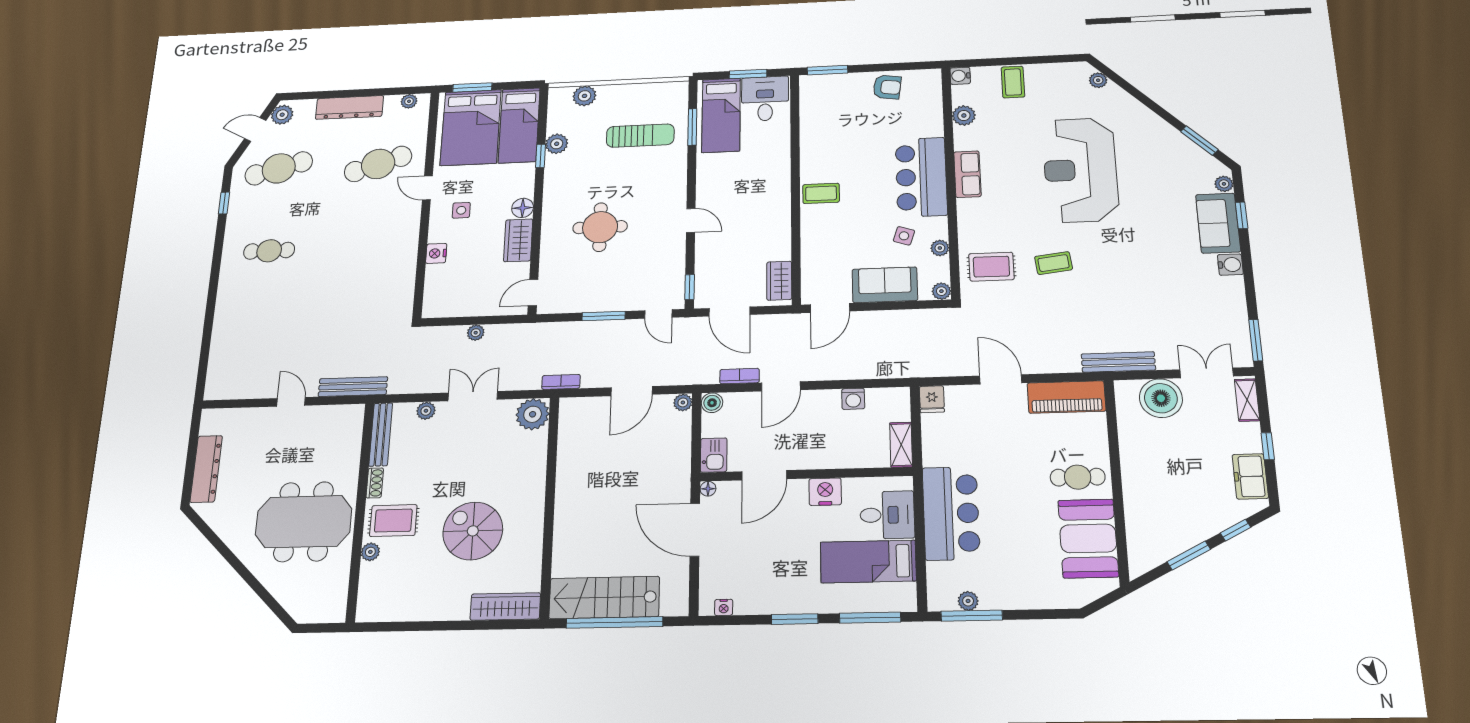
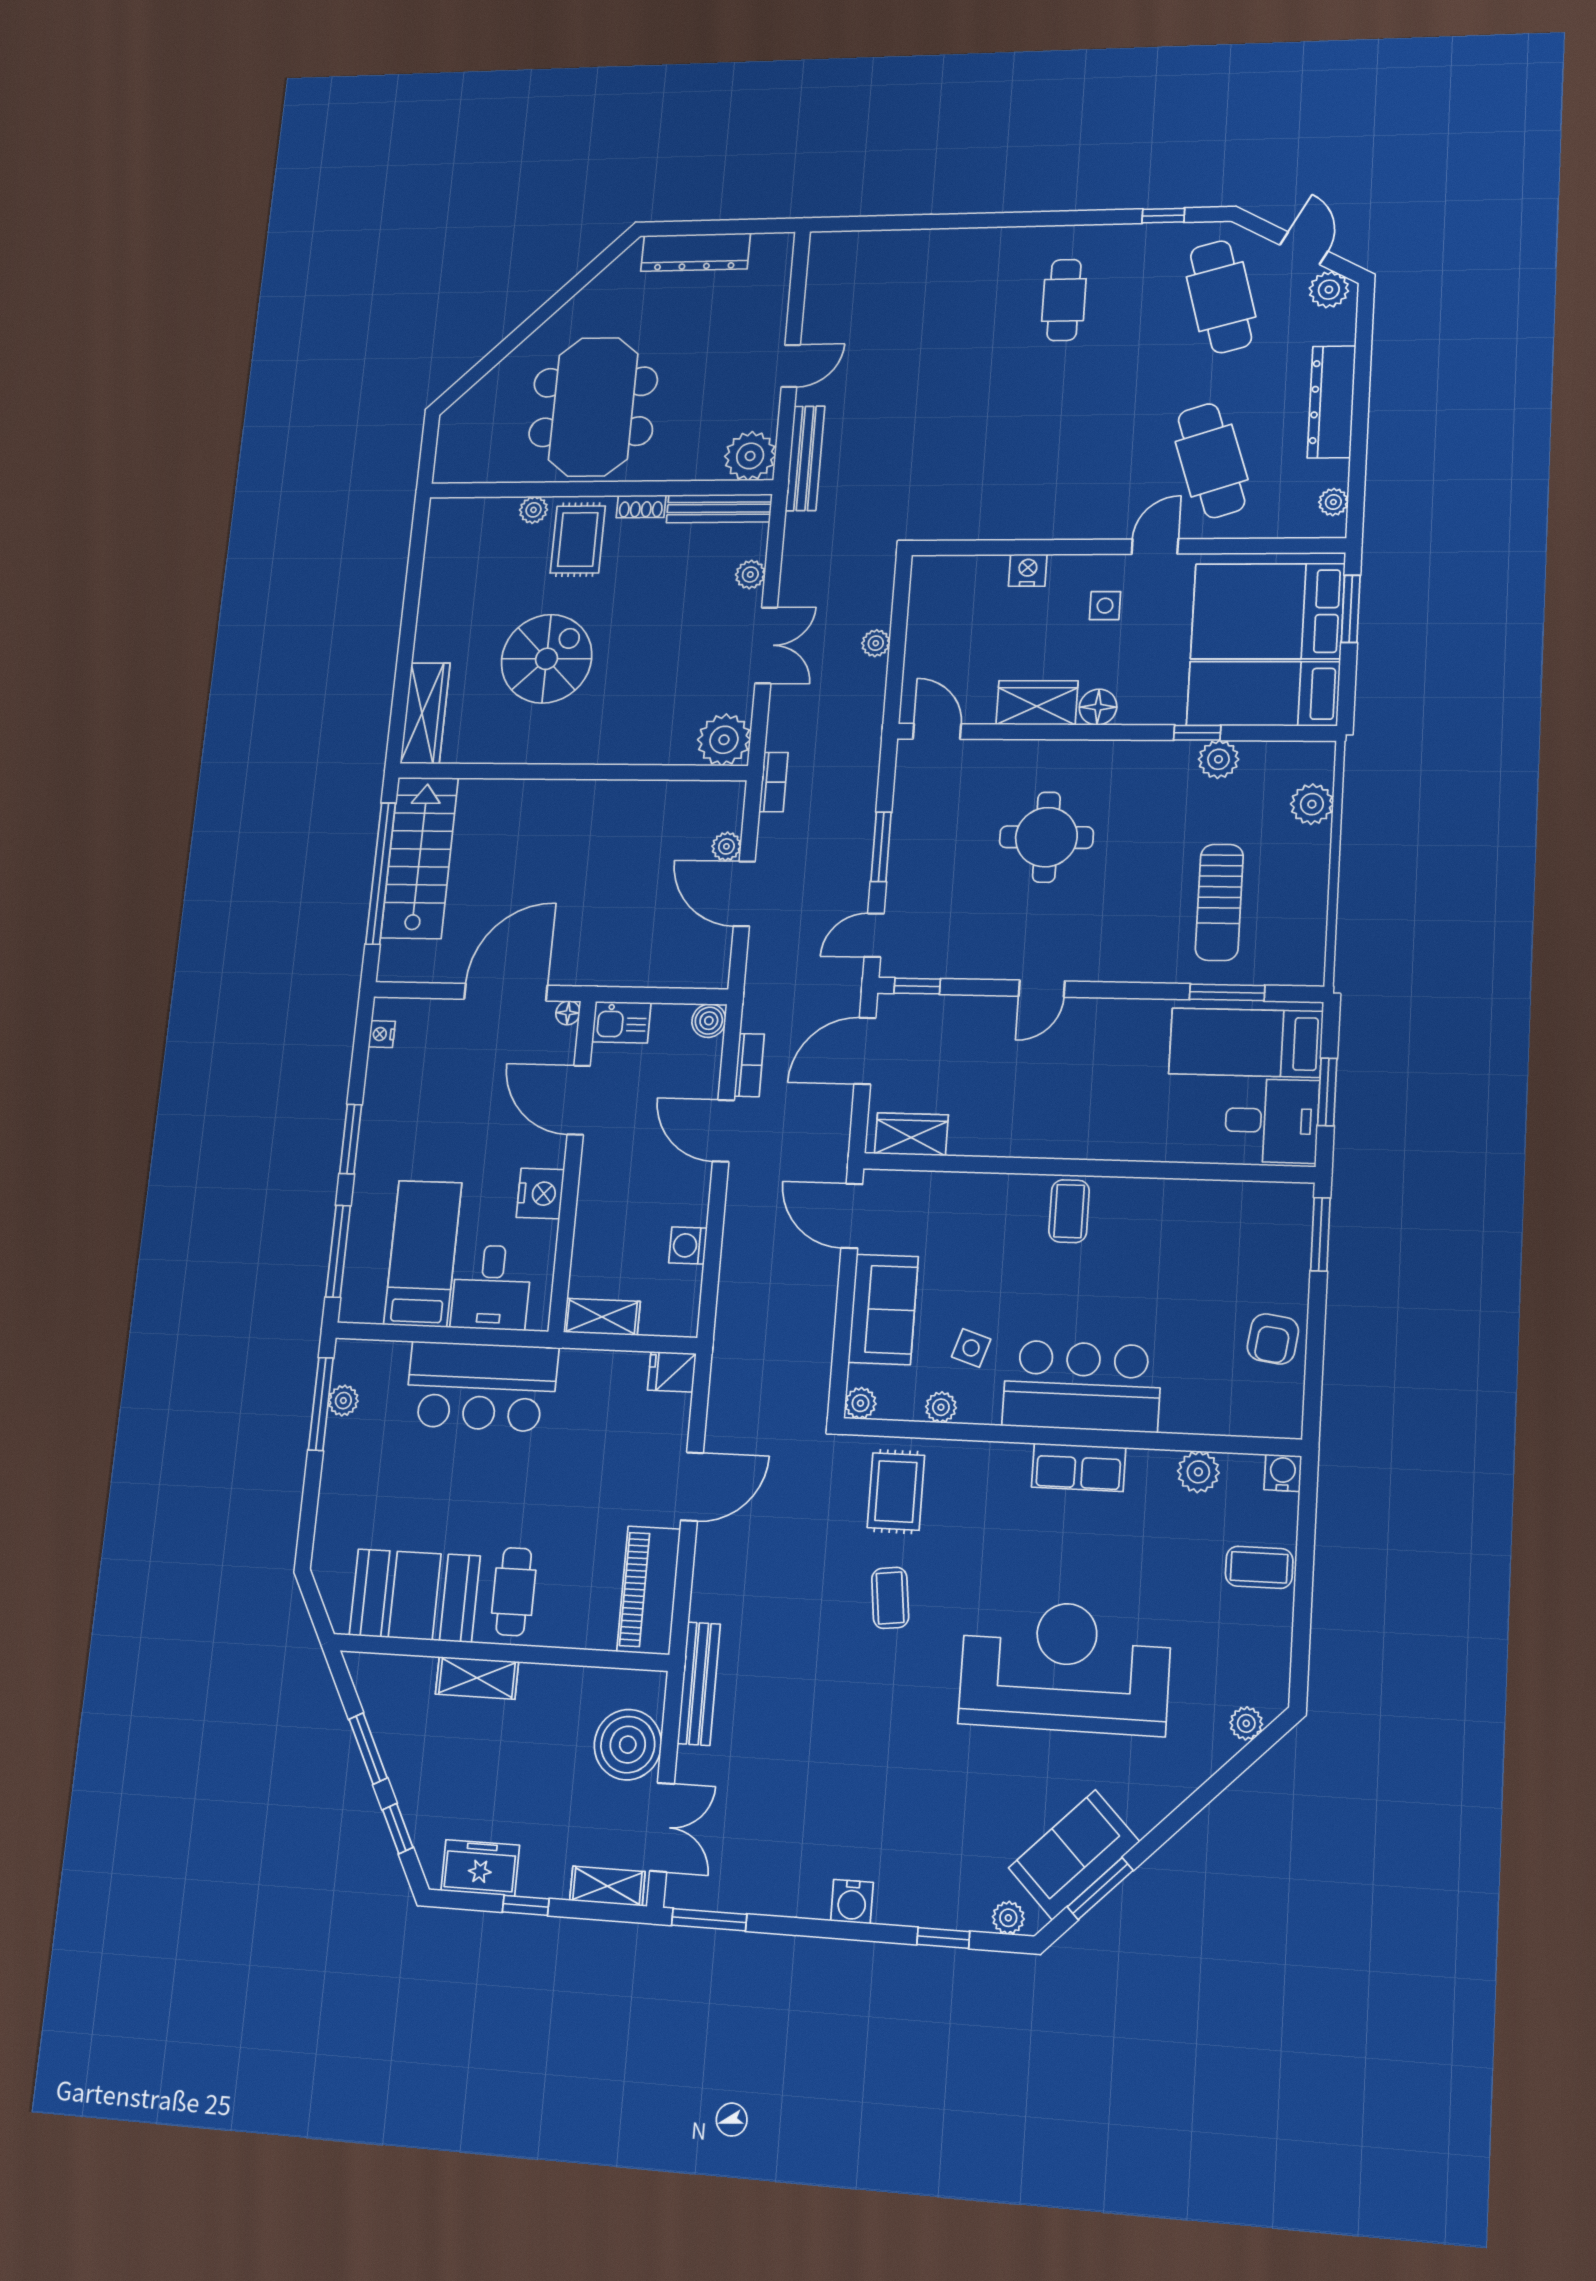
sofa: (1218, 223) -> (1074, 1855), moved, turned -45
plant: (683, 402) -> (726, 846), moved
plant: (348, 420) -> (750, 456), added
shelving: (1134, 493) -> (477, 1678), added

